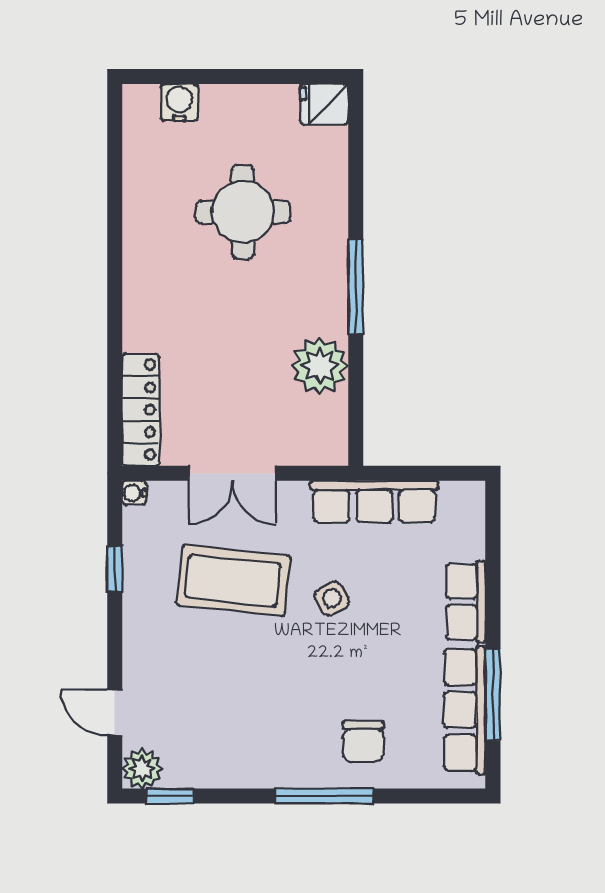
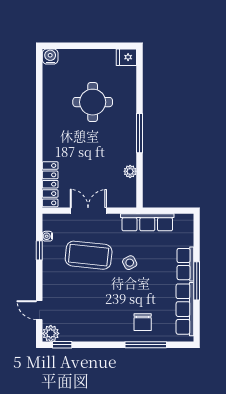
water cooler: (179, 103) -> (50, 57), moved
plant: (320, 366) -> (130, 171), width x0.53, depth x0.53
double door: (232, 473) -> (88, 211), swing flipped
water cooler: (134, 493) -> (47, 236), moved
window: (493, 695) -> (197, 281), moved
window: (324, 796) -> (146, 345), moved

